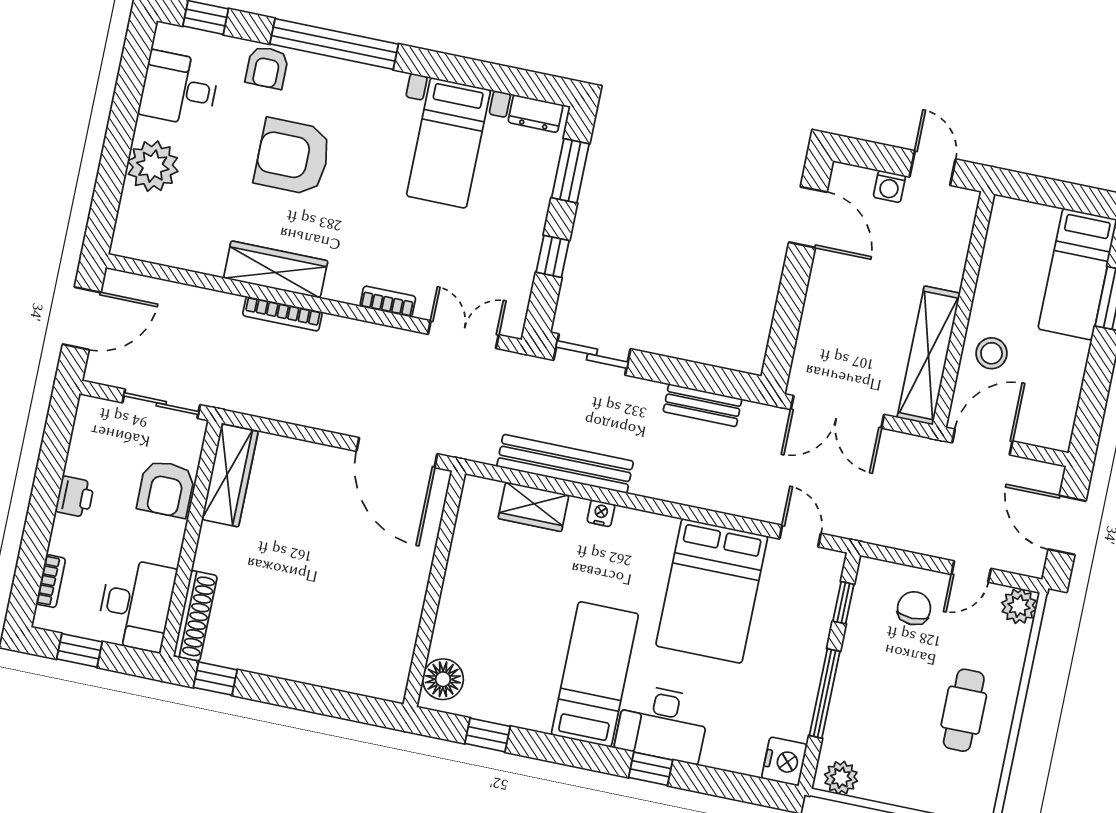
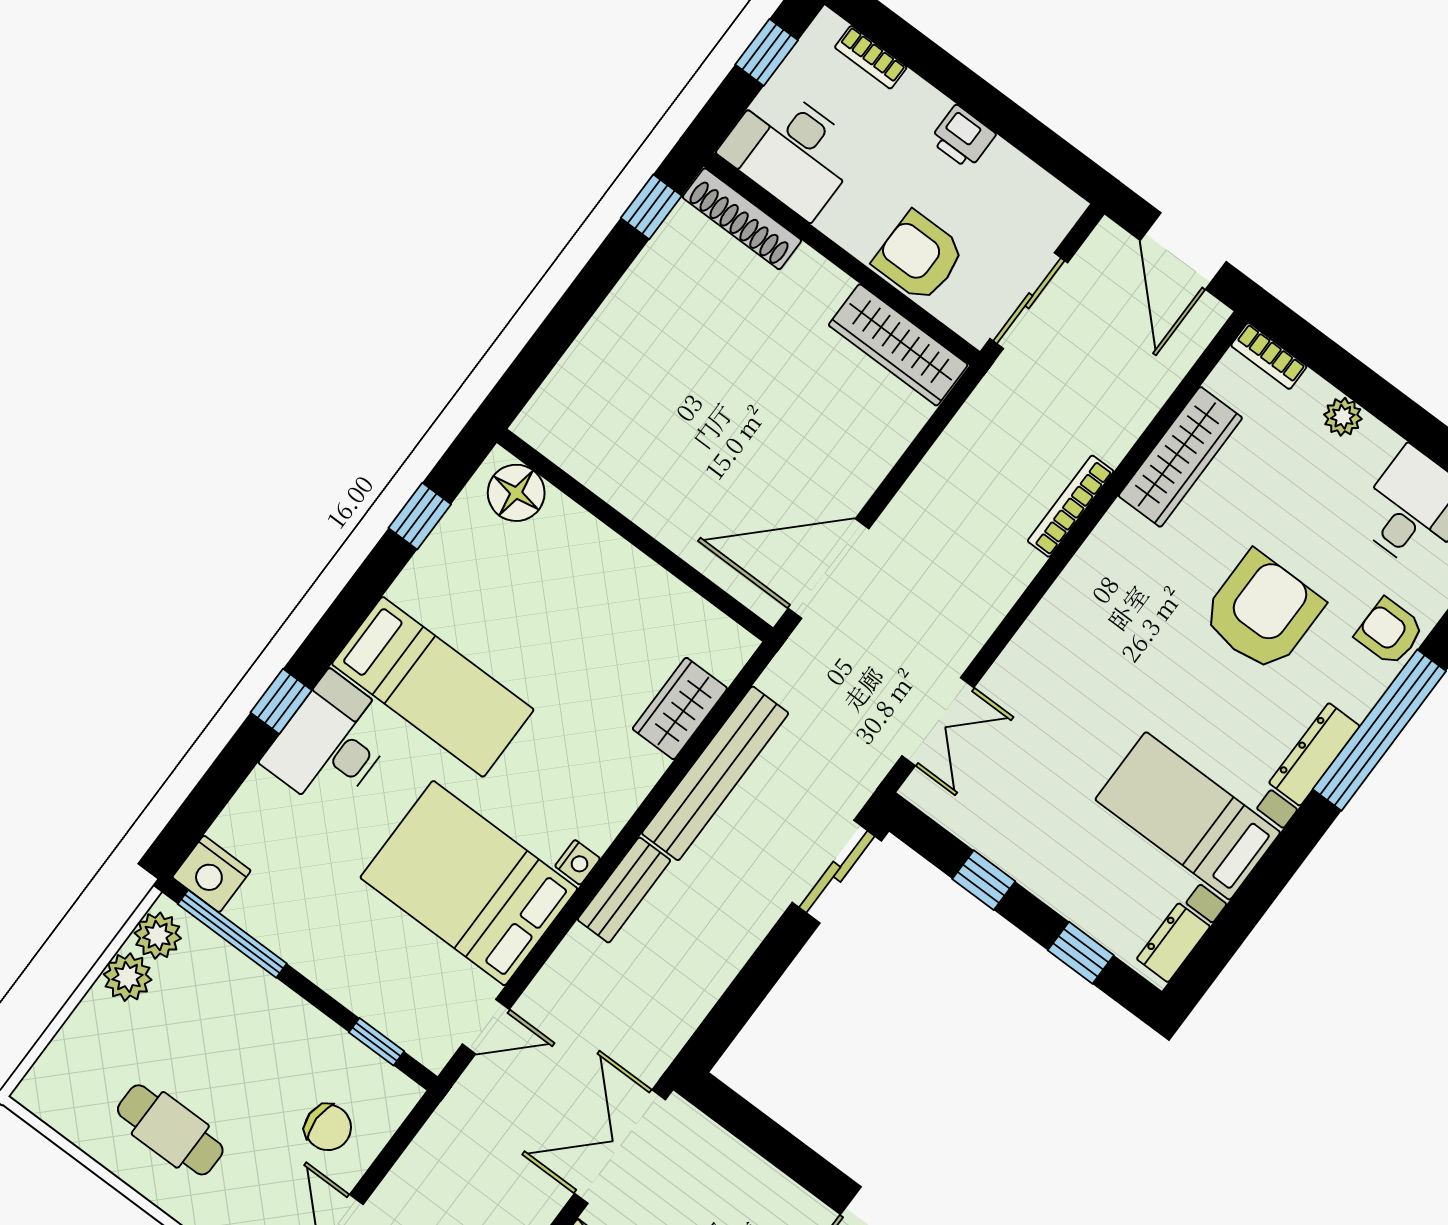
dresser: (370, 79) -> (1314, 754), added
plant: (153, 166) -> (1343, 417), width x0.53, depth x0.53
window: (570, 171) -> (1081, 953), width x0.67
wardrobe: (276, 269) -> (1180, 457), moved
bookcase: (388, 301) -> (1269, 356), moved, turned 90
bench: (703, 405) -> (624, 890), moved
nightstand: (601, 513) -> (577, 862), moved
window: (825, 693) -> (232, 934), moved
plant: (877, 785) -> (128, 977), added

